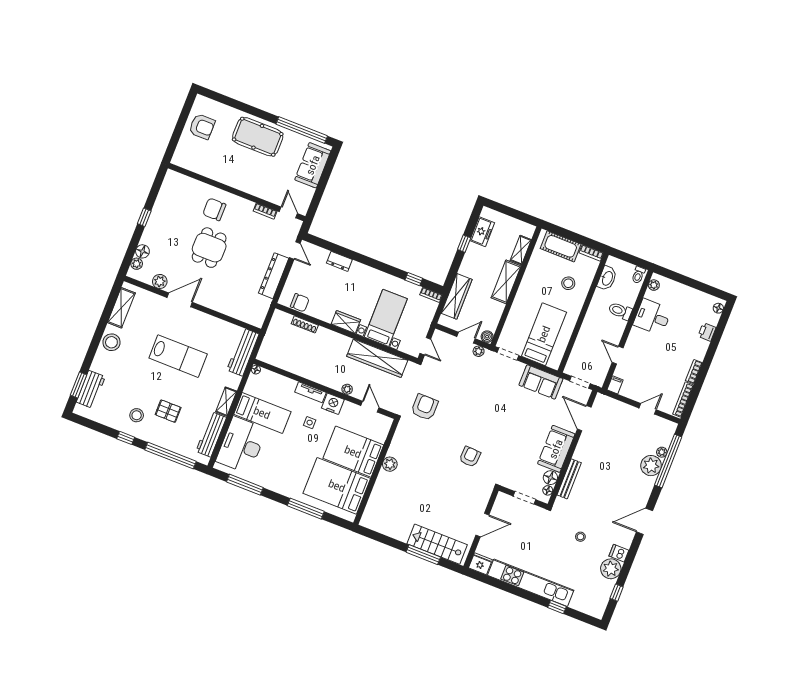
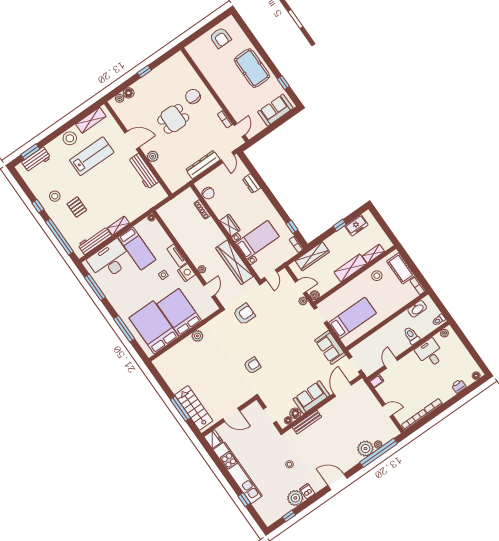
window: (302, 130) -> (283, 83), width x0.32
plant: (160, 281) -> (153, 156), moved
stool: (568, 283) -> (377, 276), moved
workbench: (243, 352) -> (143, 171), moved, turned -90
lab bench: (178, 356) -> (92, 156), moved, turned -90

